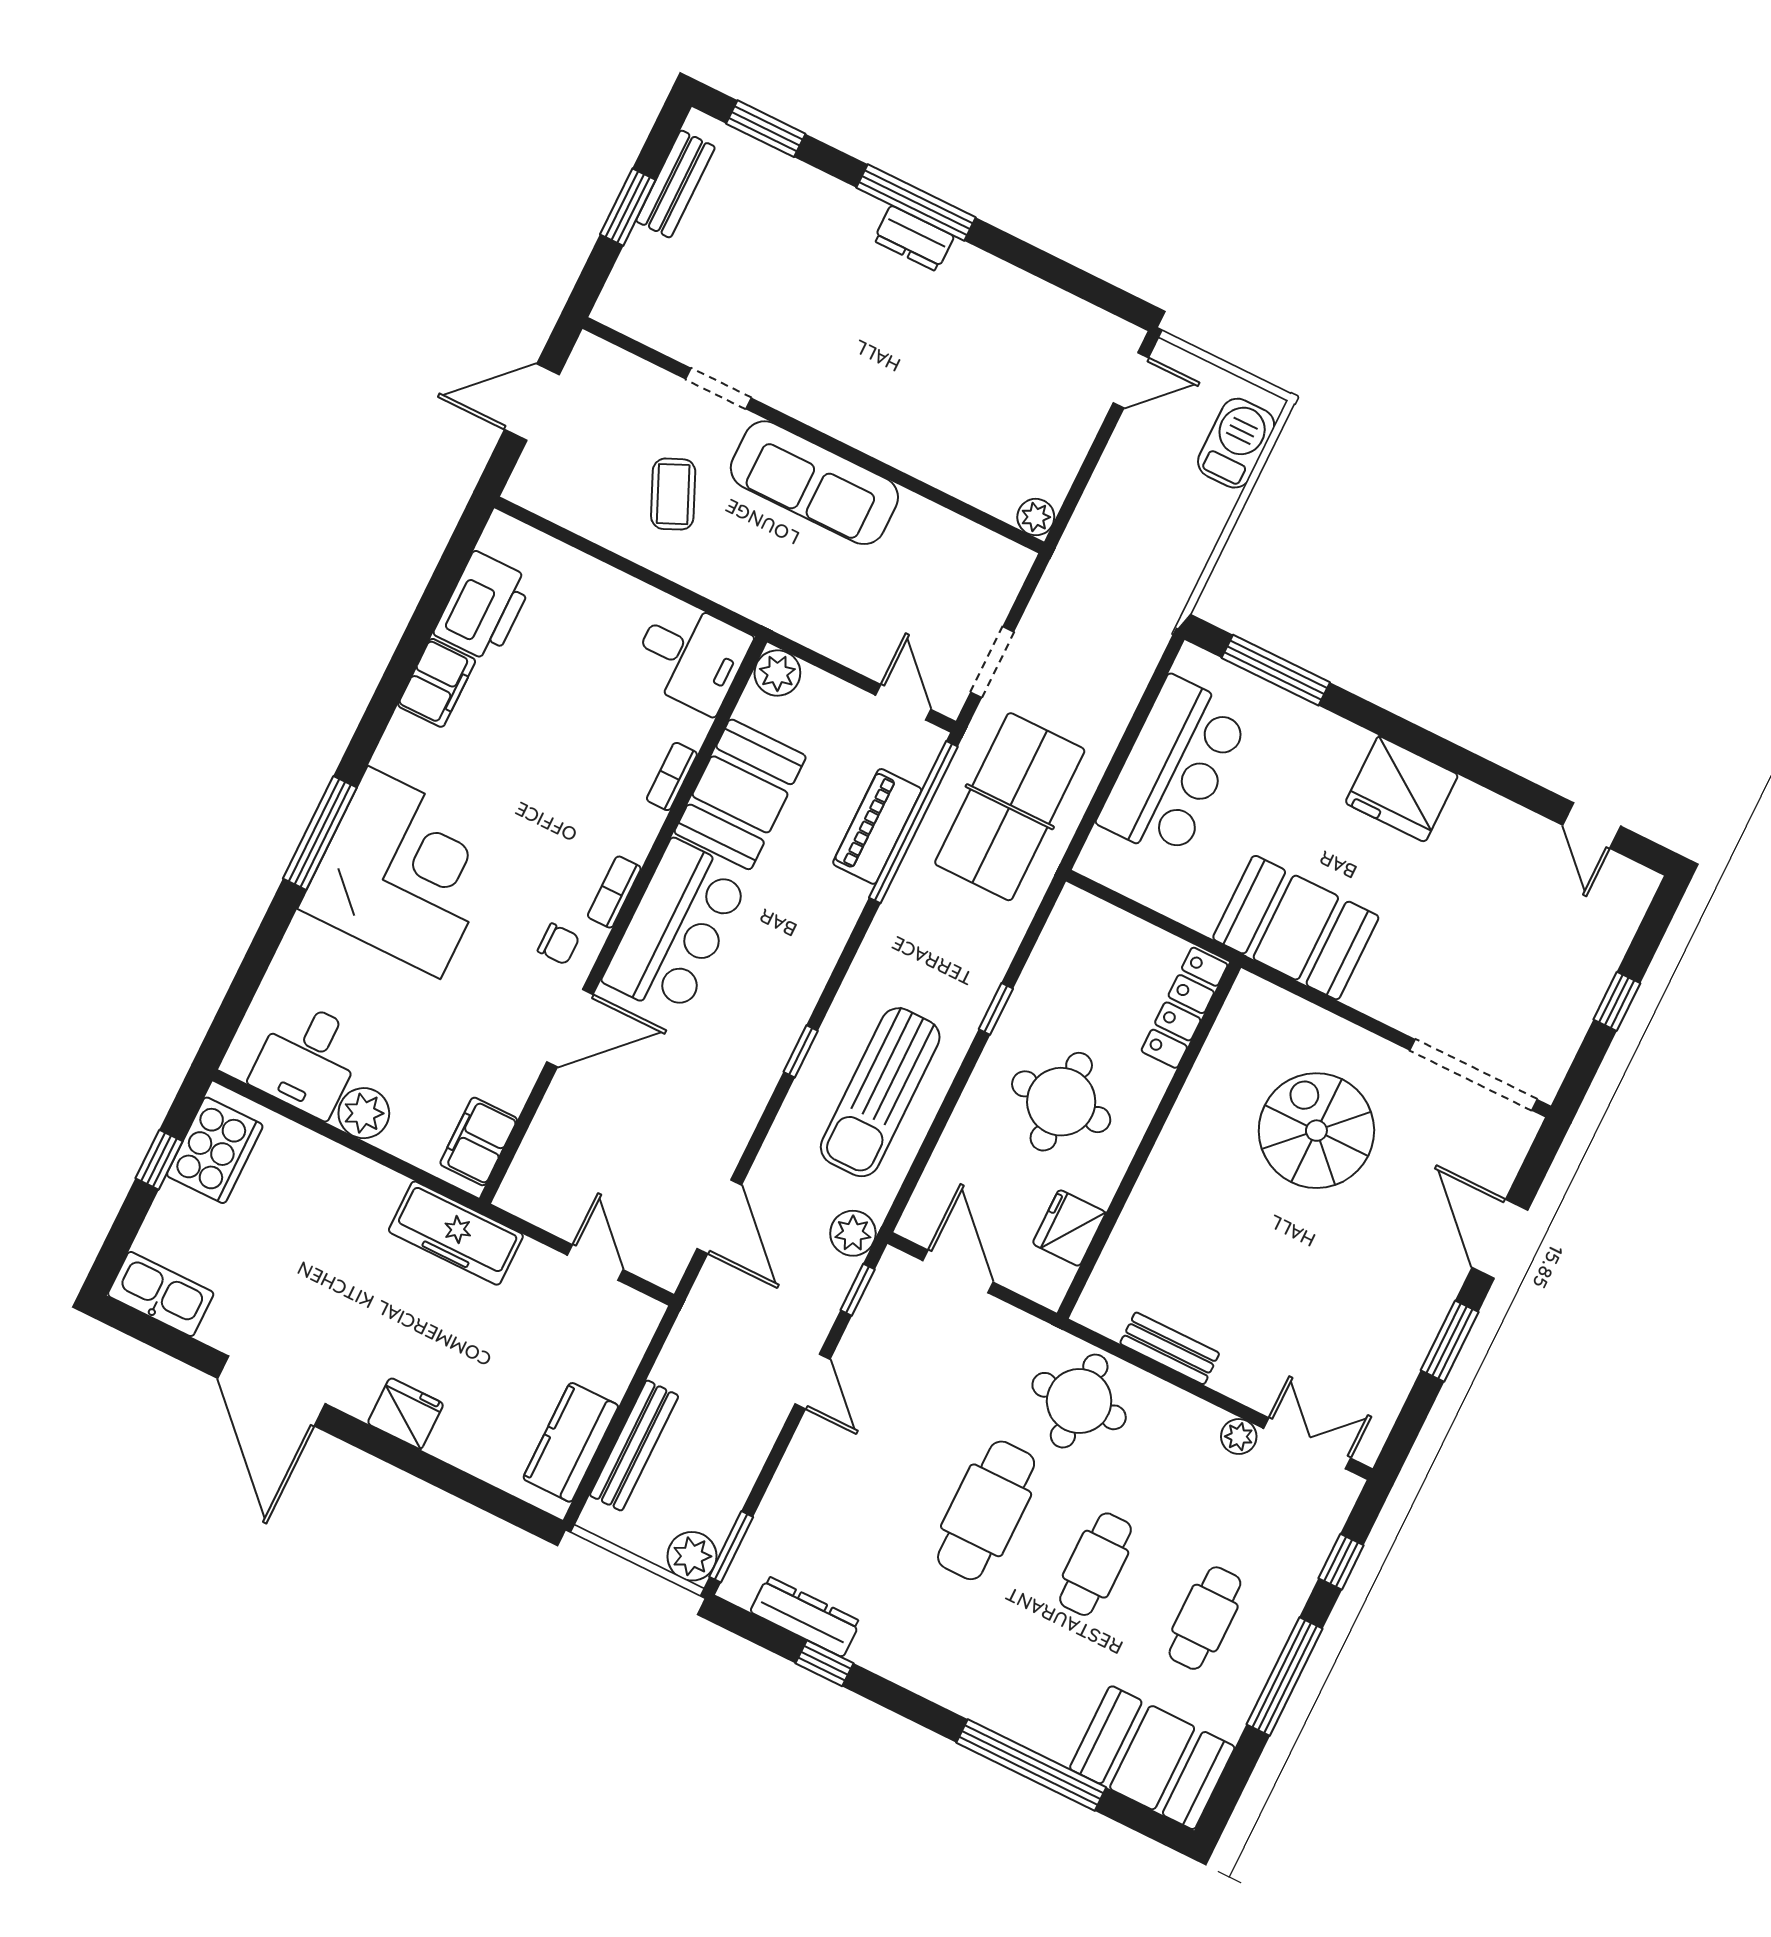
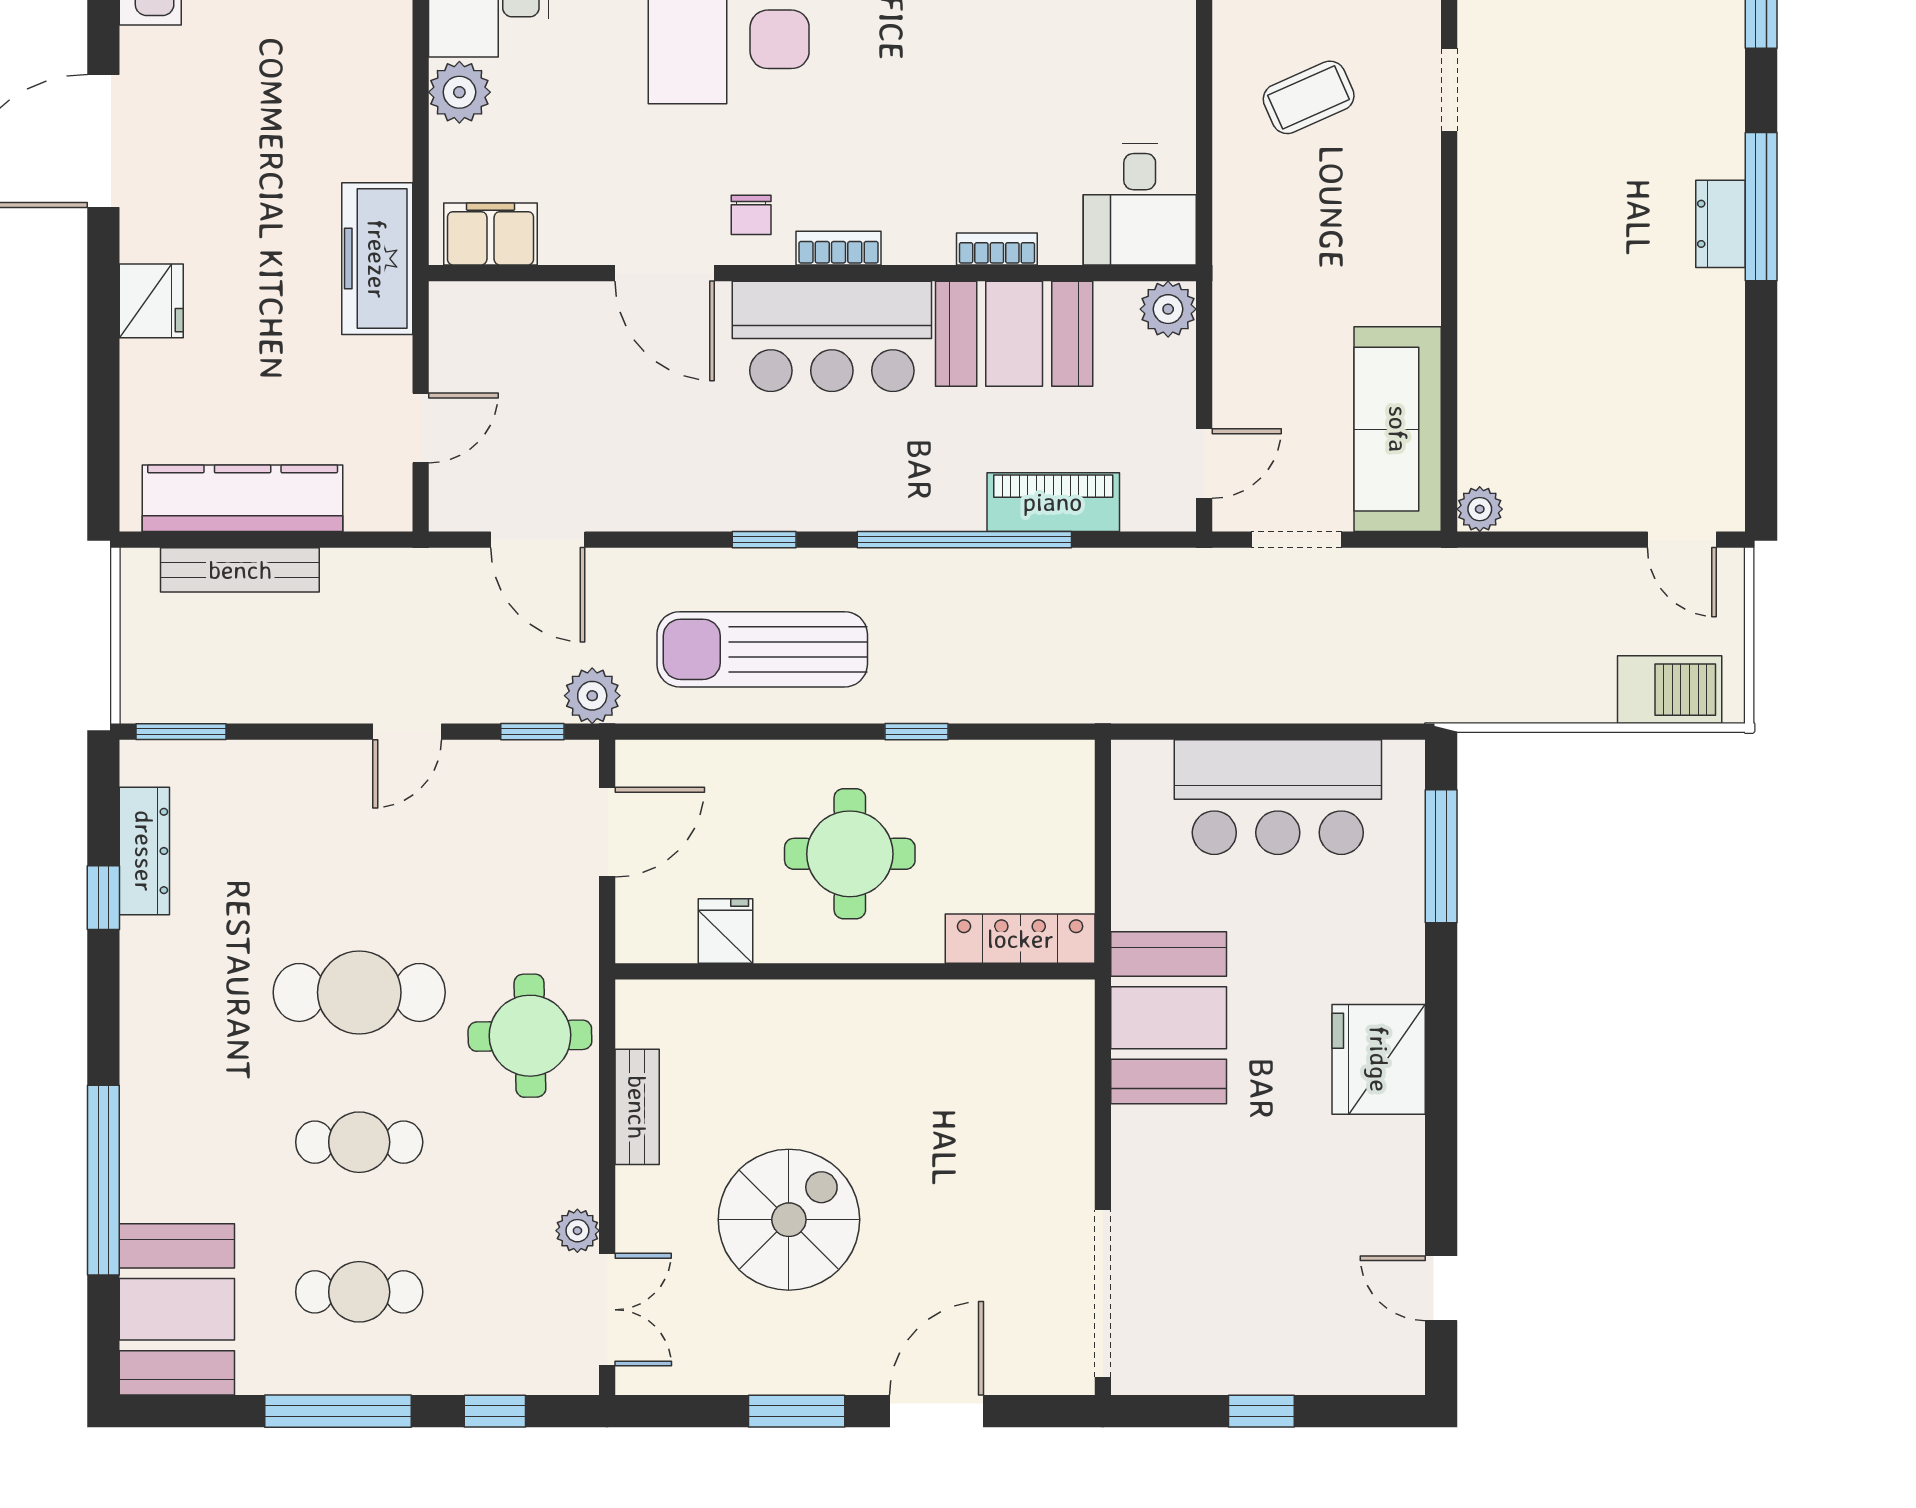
sofa: (814, 483) -> (1398, 429), moved
table tennis table: (1010, 807) -> (1147, 637), removed
window: (913, 822) -> (964, 540), moved
door: (1592, 826) -> (1441, 1288), hinge flipped
spiral stairs: (1316, 1131) -> (789, 1220), moved
door: (719, 1217) -> (538, 540), hinge flipped
fridge: (1069, 1228) -> (726, 931), width x0.72
kitchen counter: (571, 1442) -> (243, 498), width x1.50
plant: (692, 1556) -> (149, 694), removed

